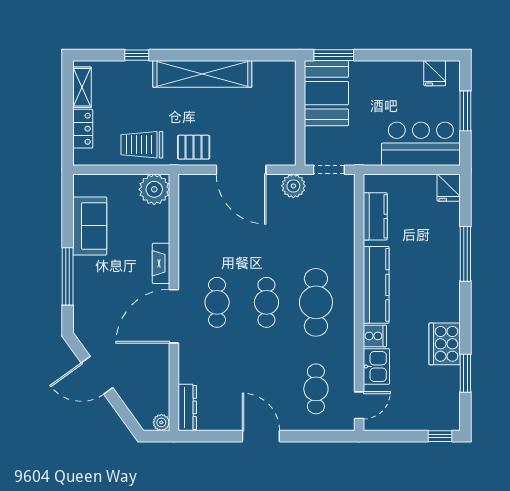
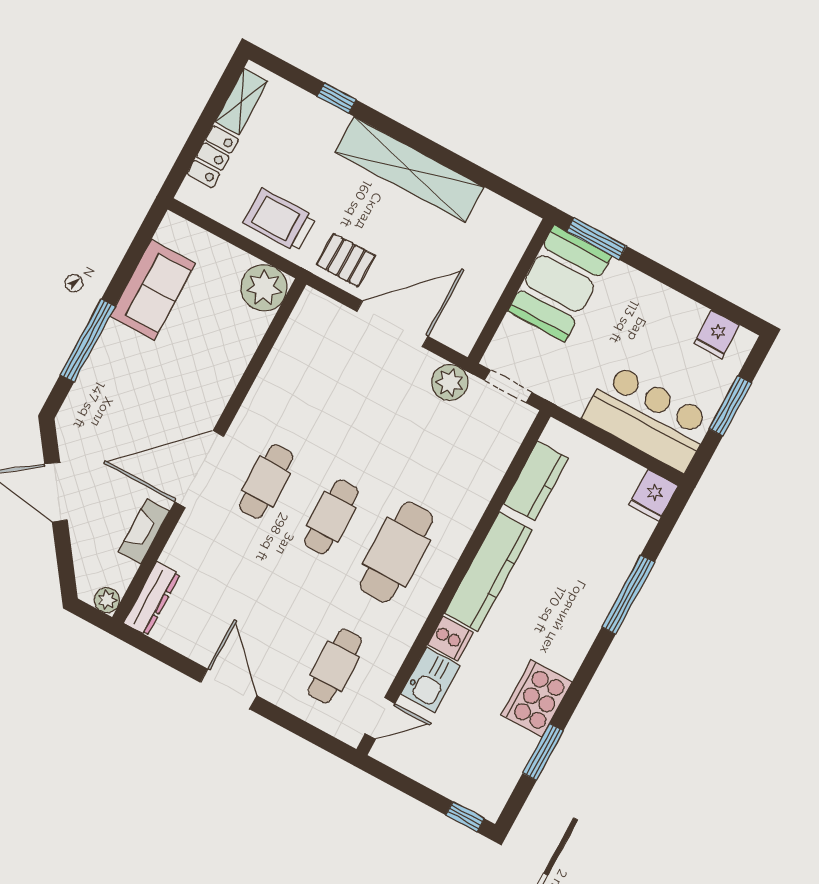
door: (241, 170) -> (392, 324), swing flipped
fireplace: (161, 263) -> (144, 531), moved

